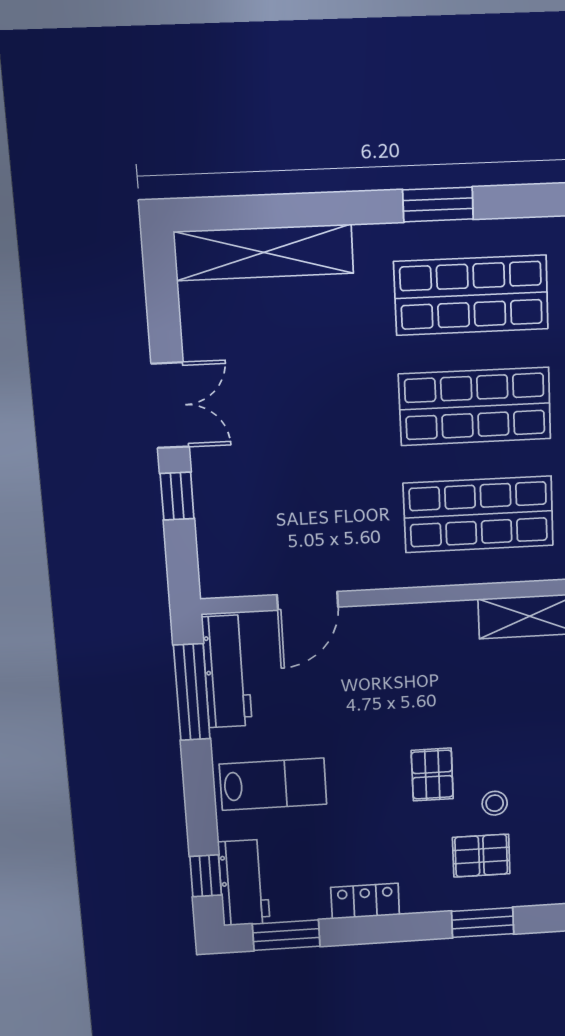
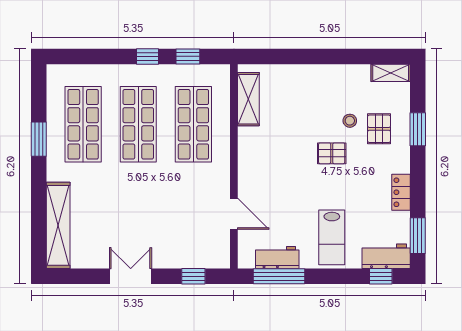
window: (177, 496) -> (193, 276), moved
workbench: (227, 672) -> (277, 258), width x0.73
lab bench: (273, 784) -> (332, 237), turned 180

